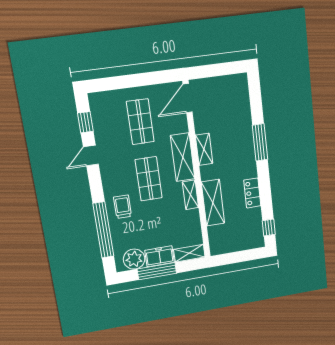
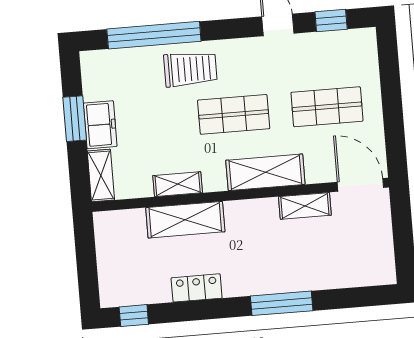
shelving: (204, 149) -> (305, 206), moved
shelving: (190, 195) -> (178, 184), moved
trolley: (123, 207) -> (190, 69), width x1.36, depth x1.39
plant: (134, 259) -> (99, 82), removed
window: (157, 271) -> (75, 119), width x0.69

